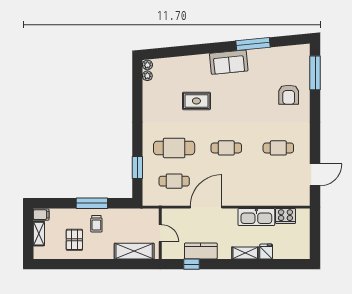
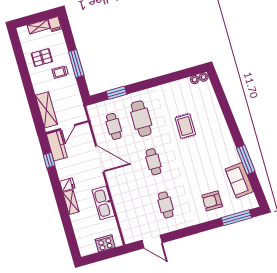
sofa: (229, 62) -> (239, 180), moved
cooker: (285, 216) -> (105, 243), moved, turned 90
kitchen counter: (201, 251) -> (57, 146), moved
fridge: (266, 252) -> (67, 185), moved

